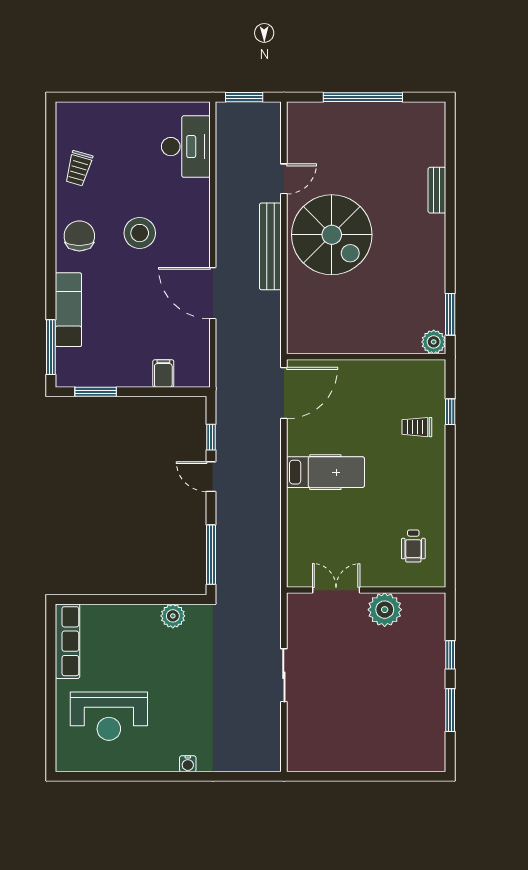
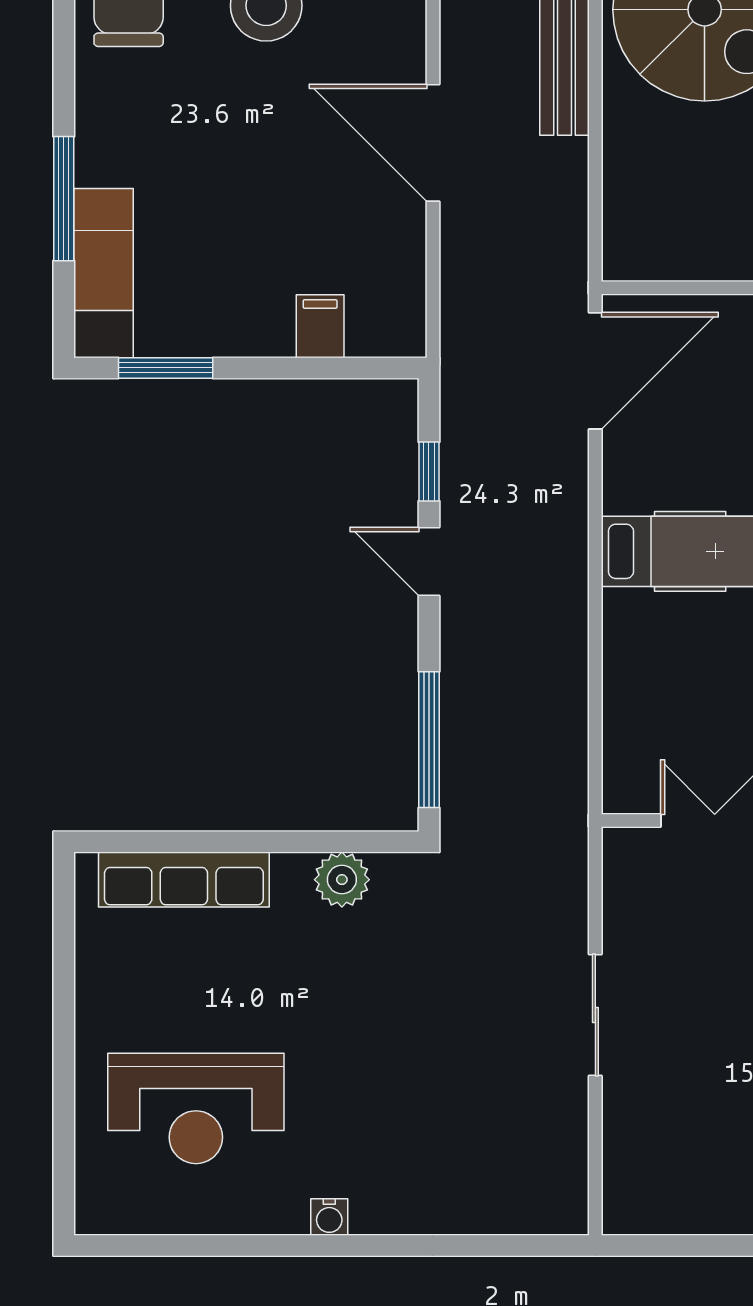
exam couch: (68, 310) -> (103, 273), moved
window: (51, 347) -> (64, 199), moved
row of seats: (67, 641) -> (184, 880), moved, turned 90
water cooler: (188, 764) -> (329, 1217), moved

